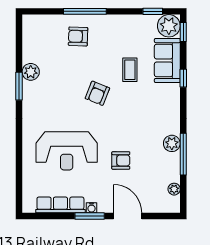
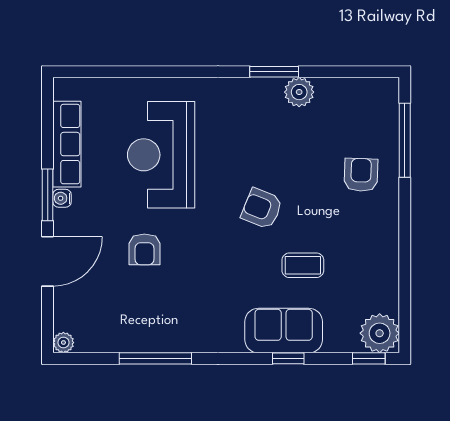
window: (85, 11) -> (405, 140), moved
window: (153, 11) -> (405, 305), removed
sofa: (167, 61) -> (284, 331), moved
plant: (172, 143) -> (174, 338), removed
plant: (174, 189) -> (63, 343), moved

